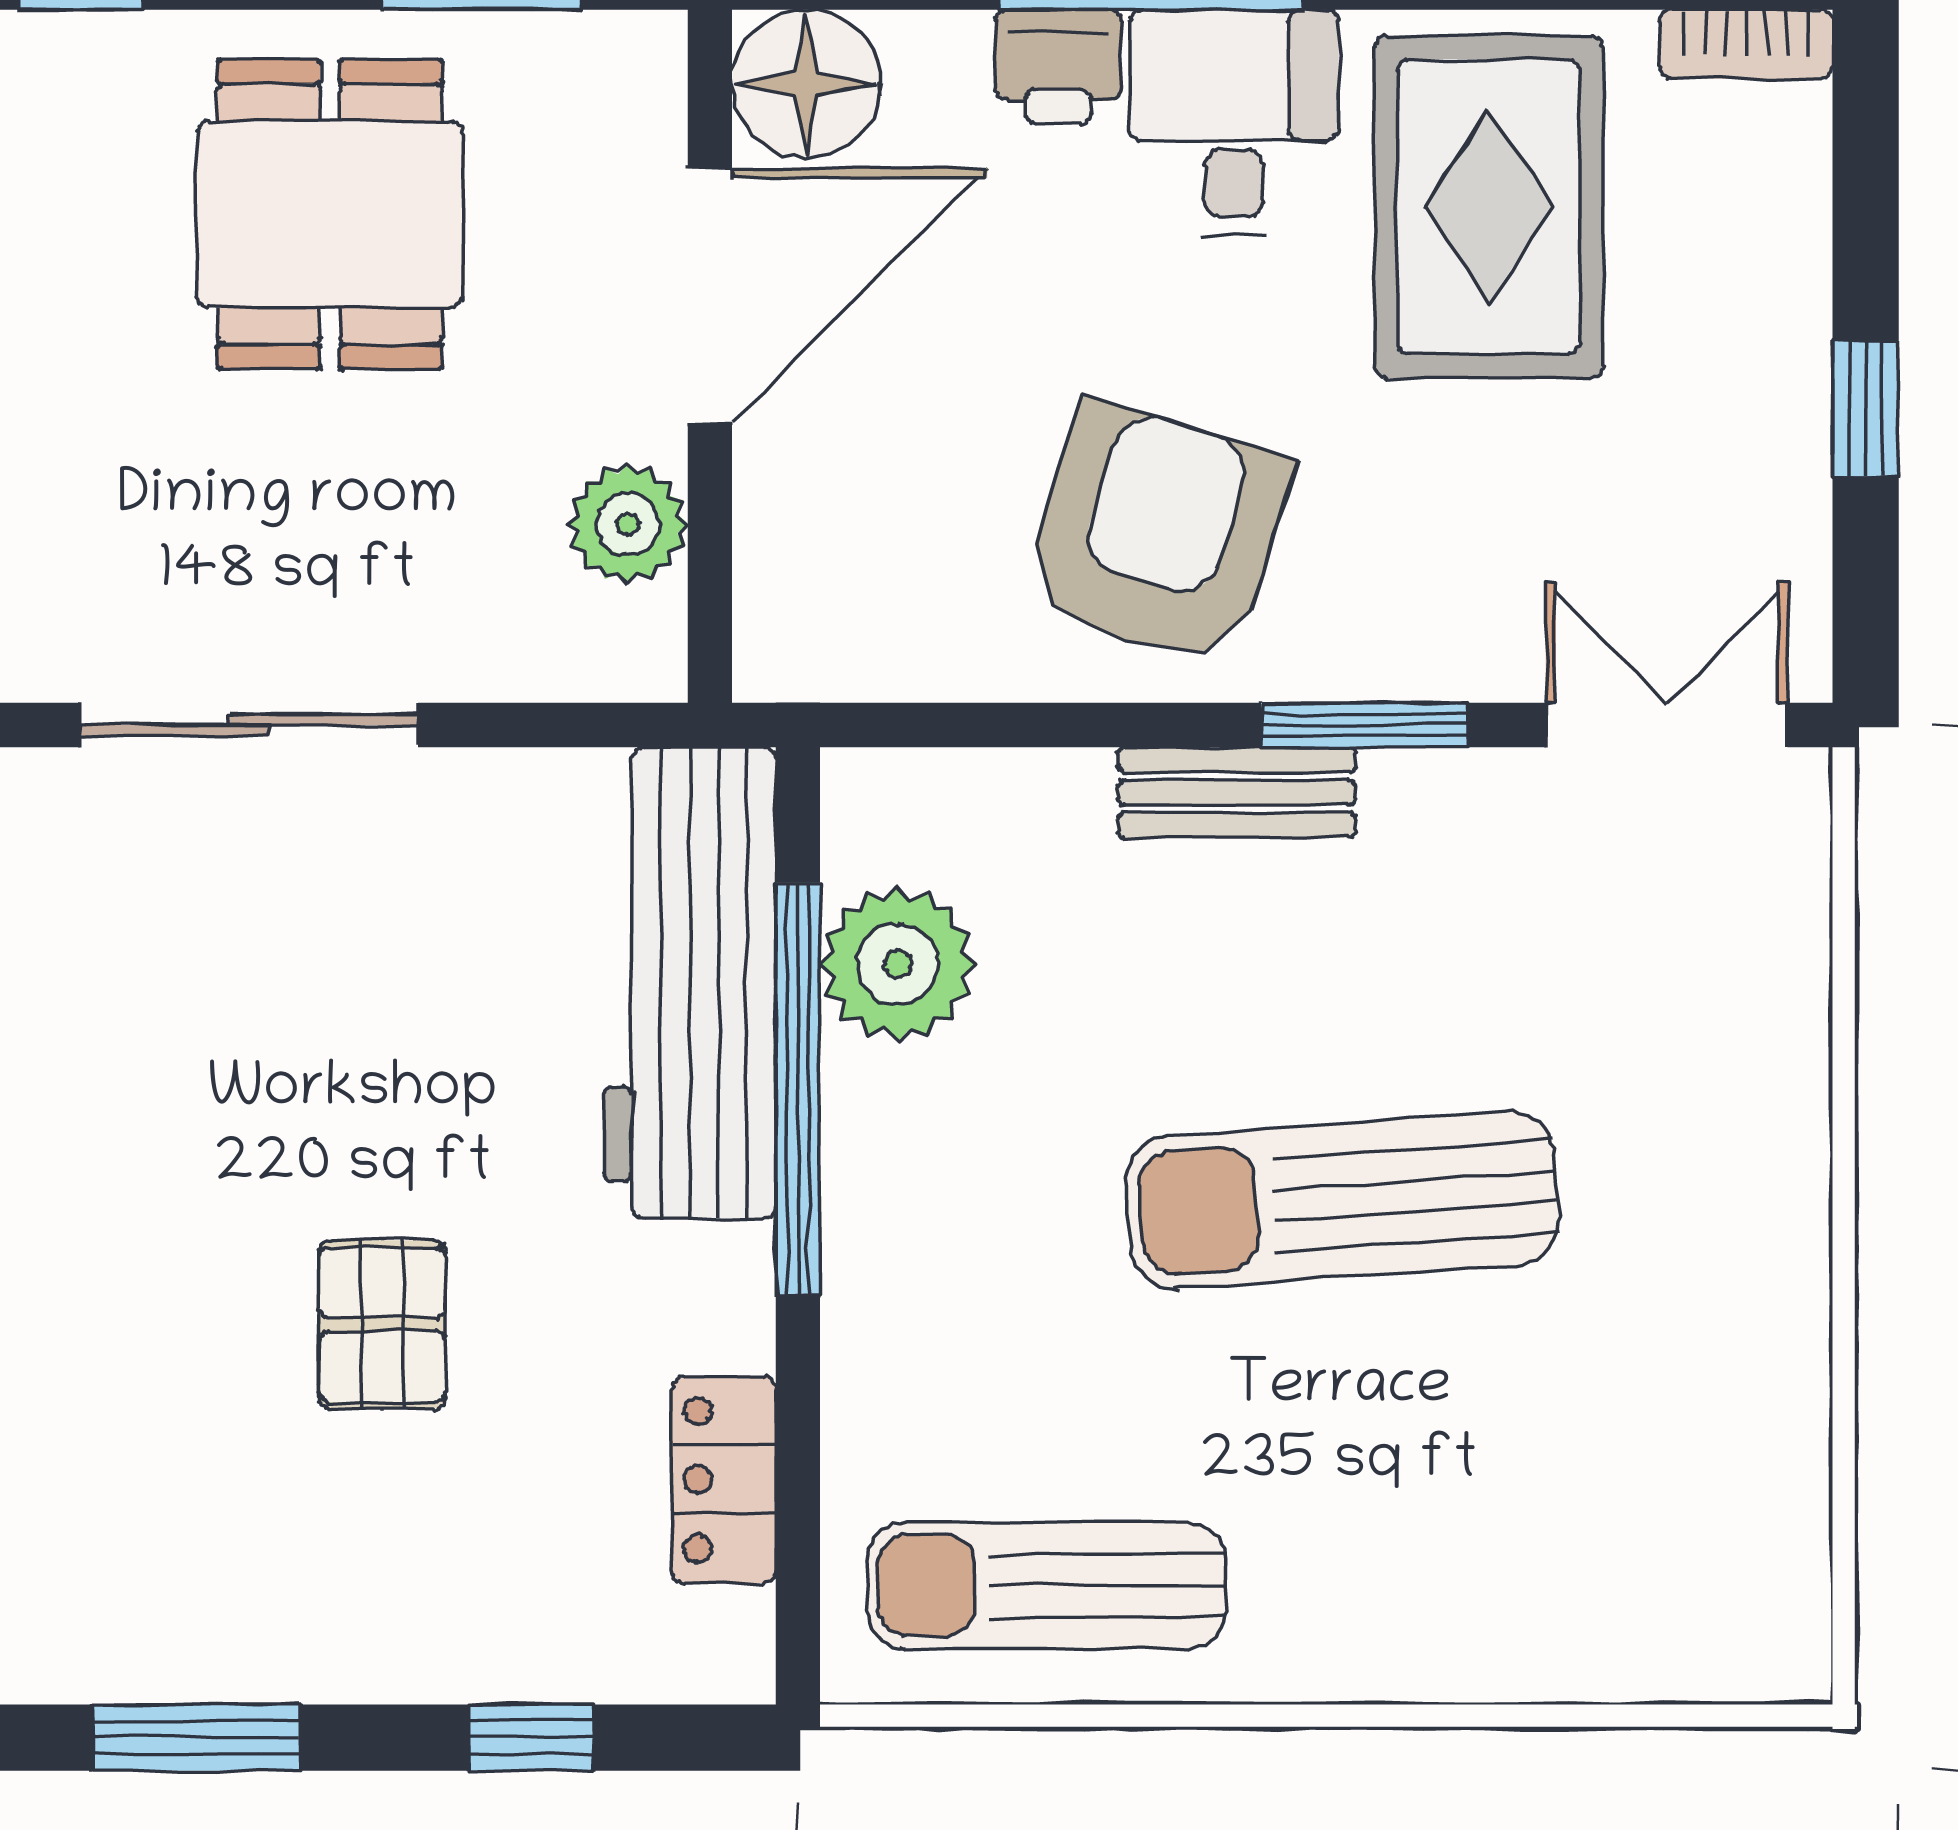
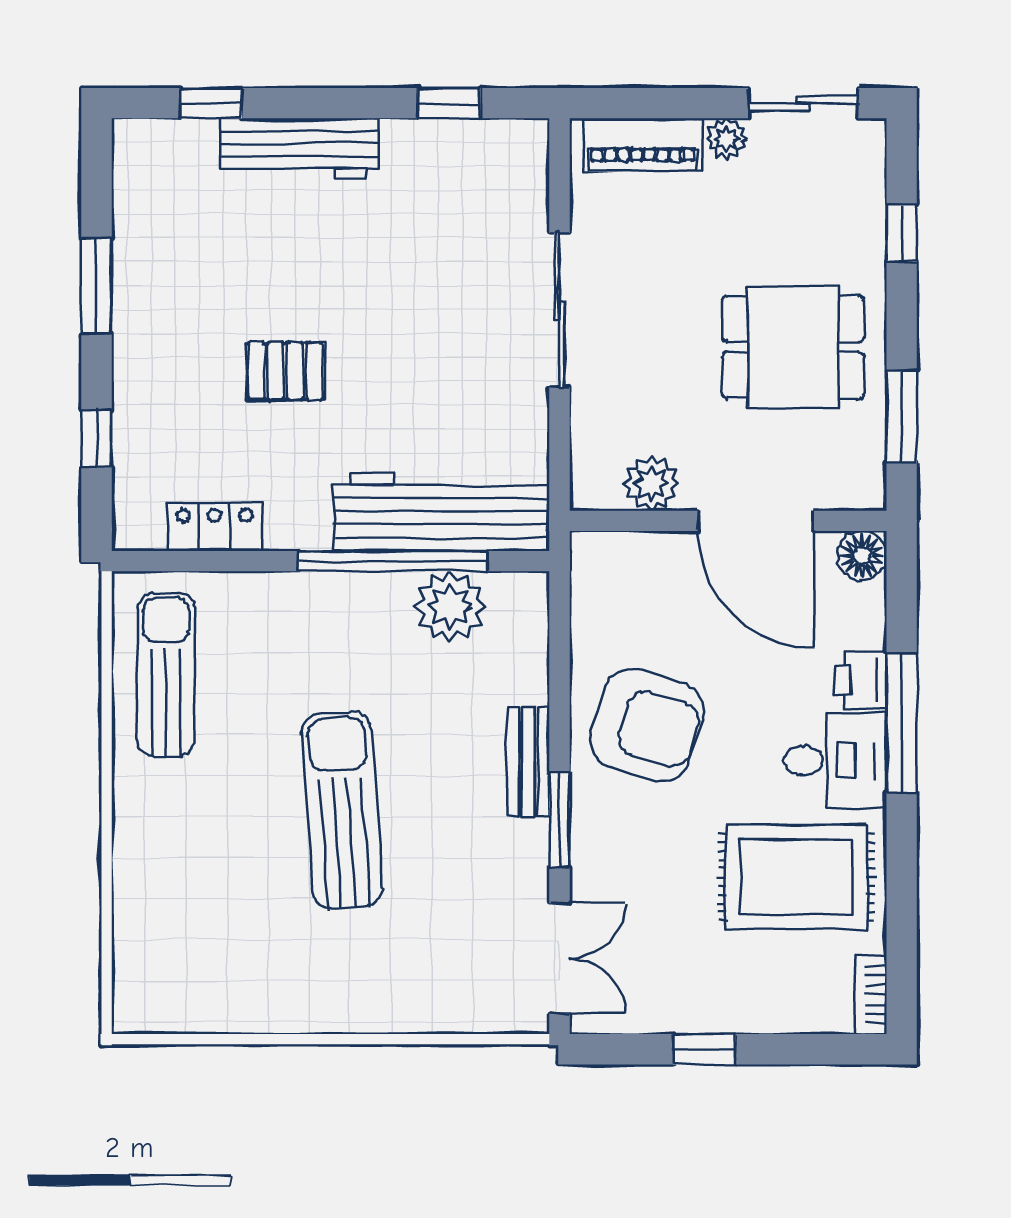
floor lamp: (806, 84) -> (862, 556), width x0.73, depth x0.73

